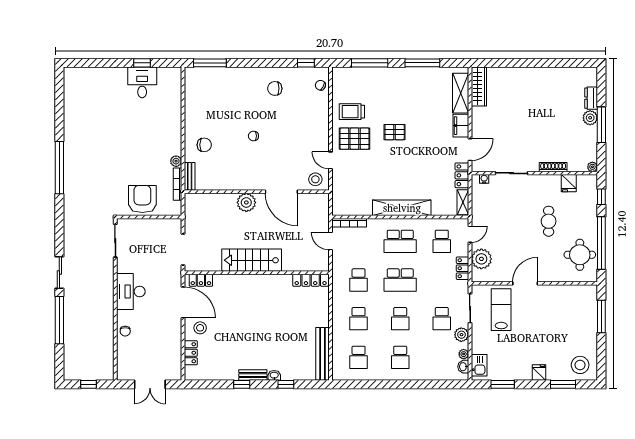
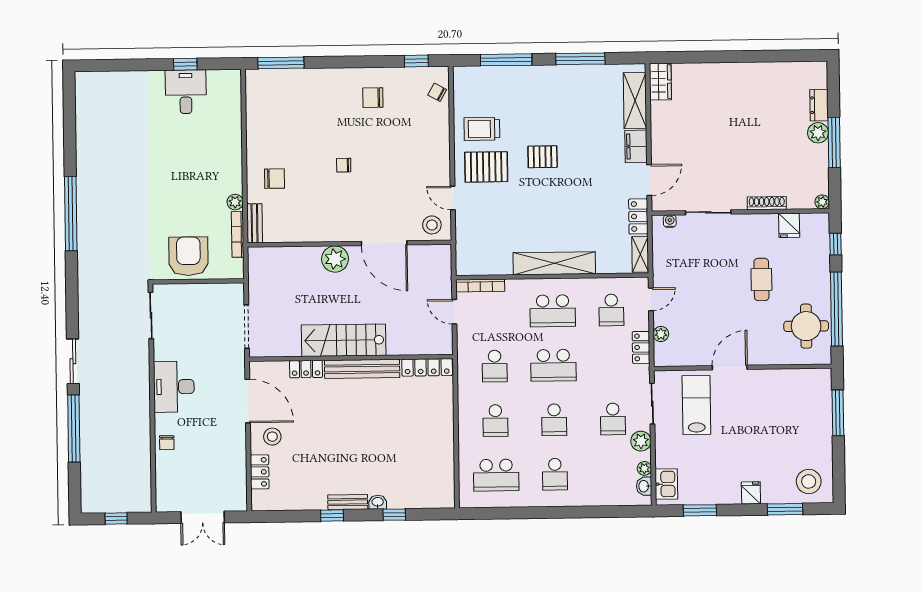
wardrobe: (479, 86) -> (660, 82), width x0.67
plant: (481, 259) -> (661, 334), width x0.53, depth x0.53
locker: (201, 280) -> (306, 369), moved
bench: (322, 354) -> (362, 369), moved, turned 90
school desk: (359, 357) -> (496, 475), width x1.85

